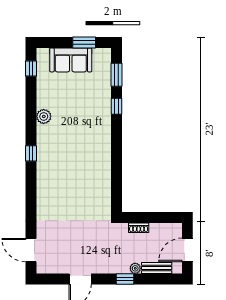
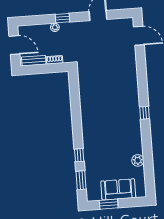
window: (31, 68) -> (149, 180), removed
plant: (44, 116) -> (138, 160), moved
door: (187, 250) -> (14, 45), hinge flipped
bench: (157, 268) -> (34, 61), moved

